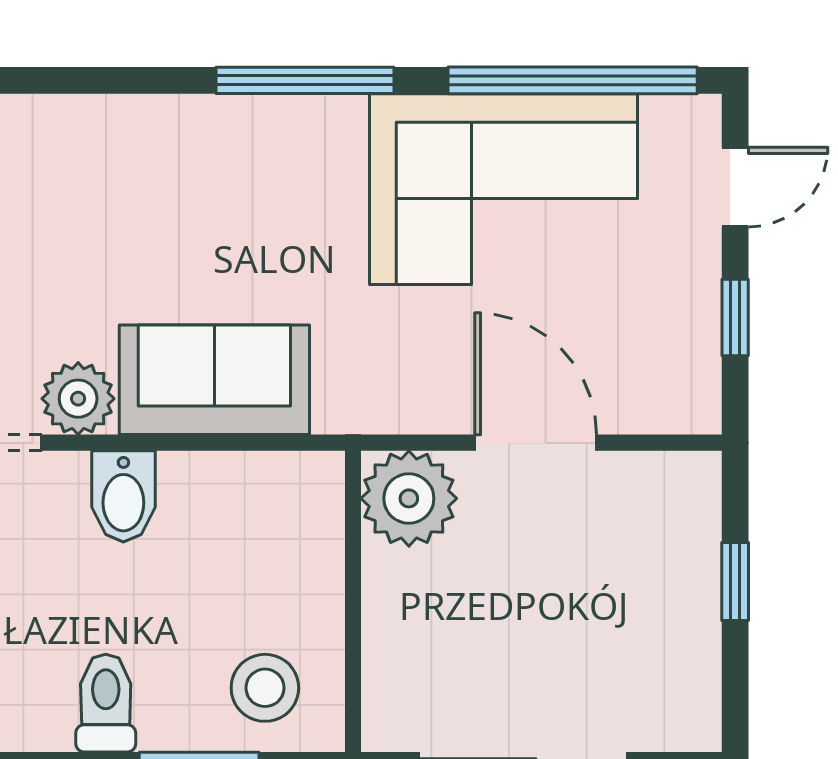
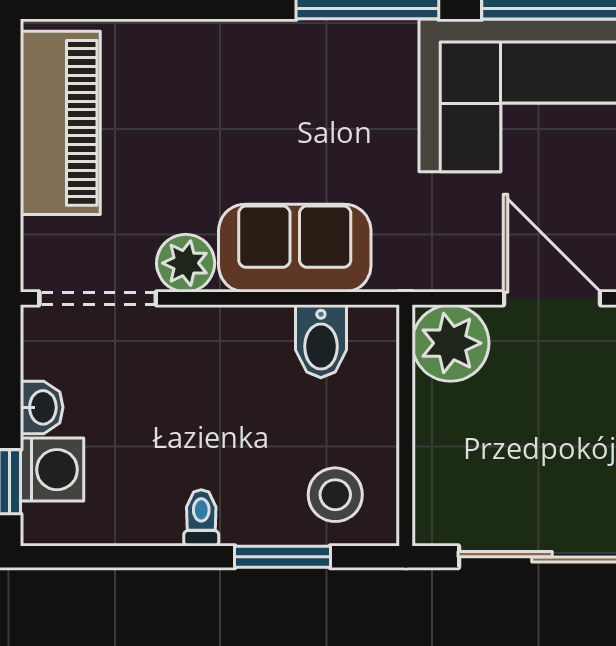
bidet: (123, 496) -> (321, 341), moved
toilet: (106, 703) -> (201, 518), width x0.73, depth x0.72

